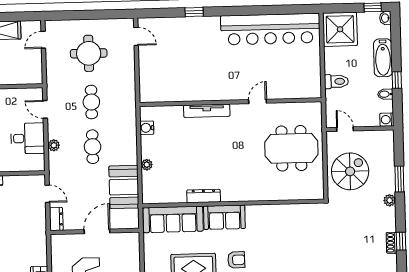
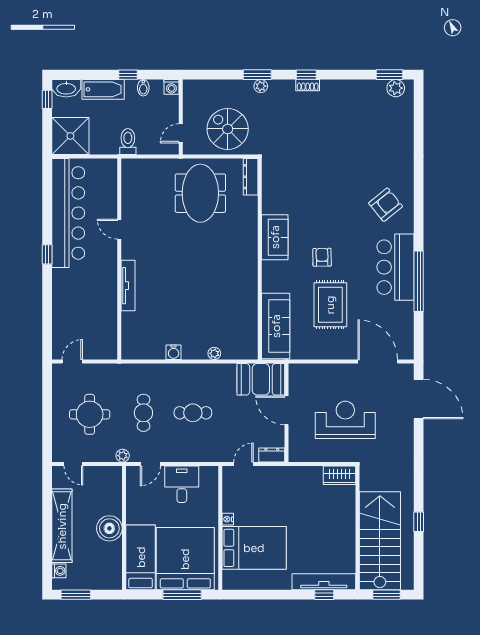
window: (194, 12) -> (47, 254), moved
washbasin: (385, 18) -> (66, 88), width x1.91, depth x1.45
door: (258, 101) -> (119, 229), moved
cafe table: (91, 102) -> (143, 413), turned 90
wall: (231, 102) -> (119, 259), moved
tv unit: (207, 111) -> (128, 286), moved
plant: (54, 145) -> (123, 456), moved
window: (399, 179) -> (257, 75), moved
booth: (124, 187) -> (261, 379), moved
dresser: (204, 196) -> (251, 177), moved
sofa: (224, 217) -> (275, 237), moved

